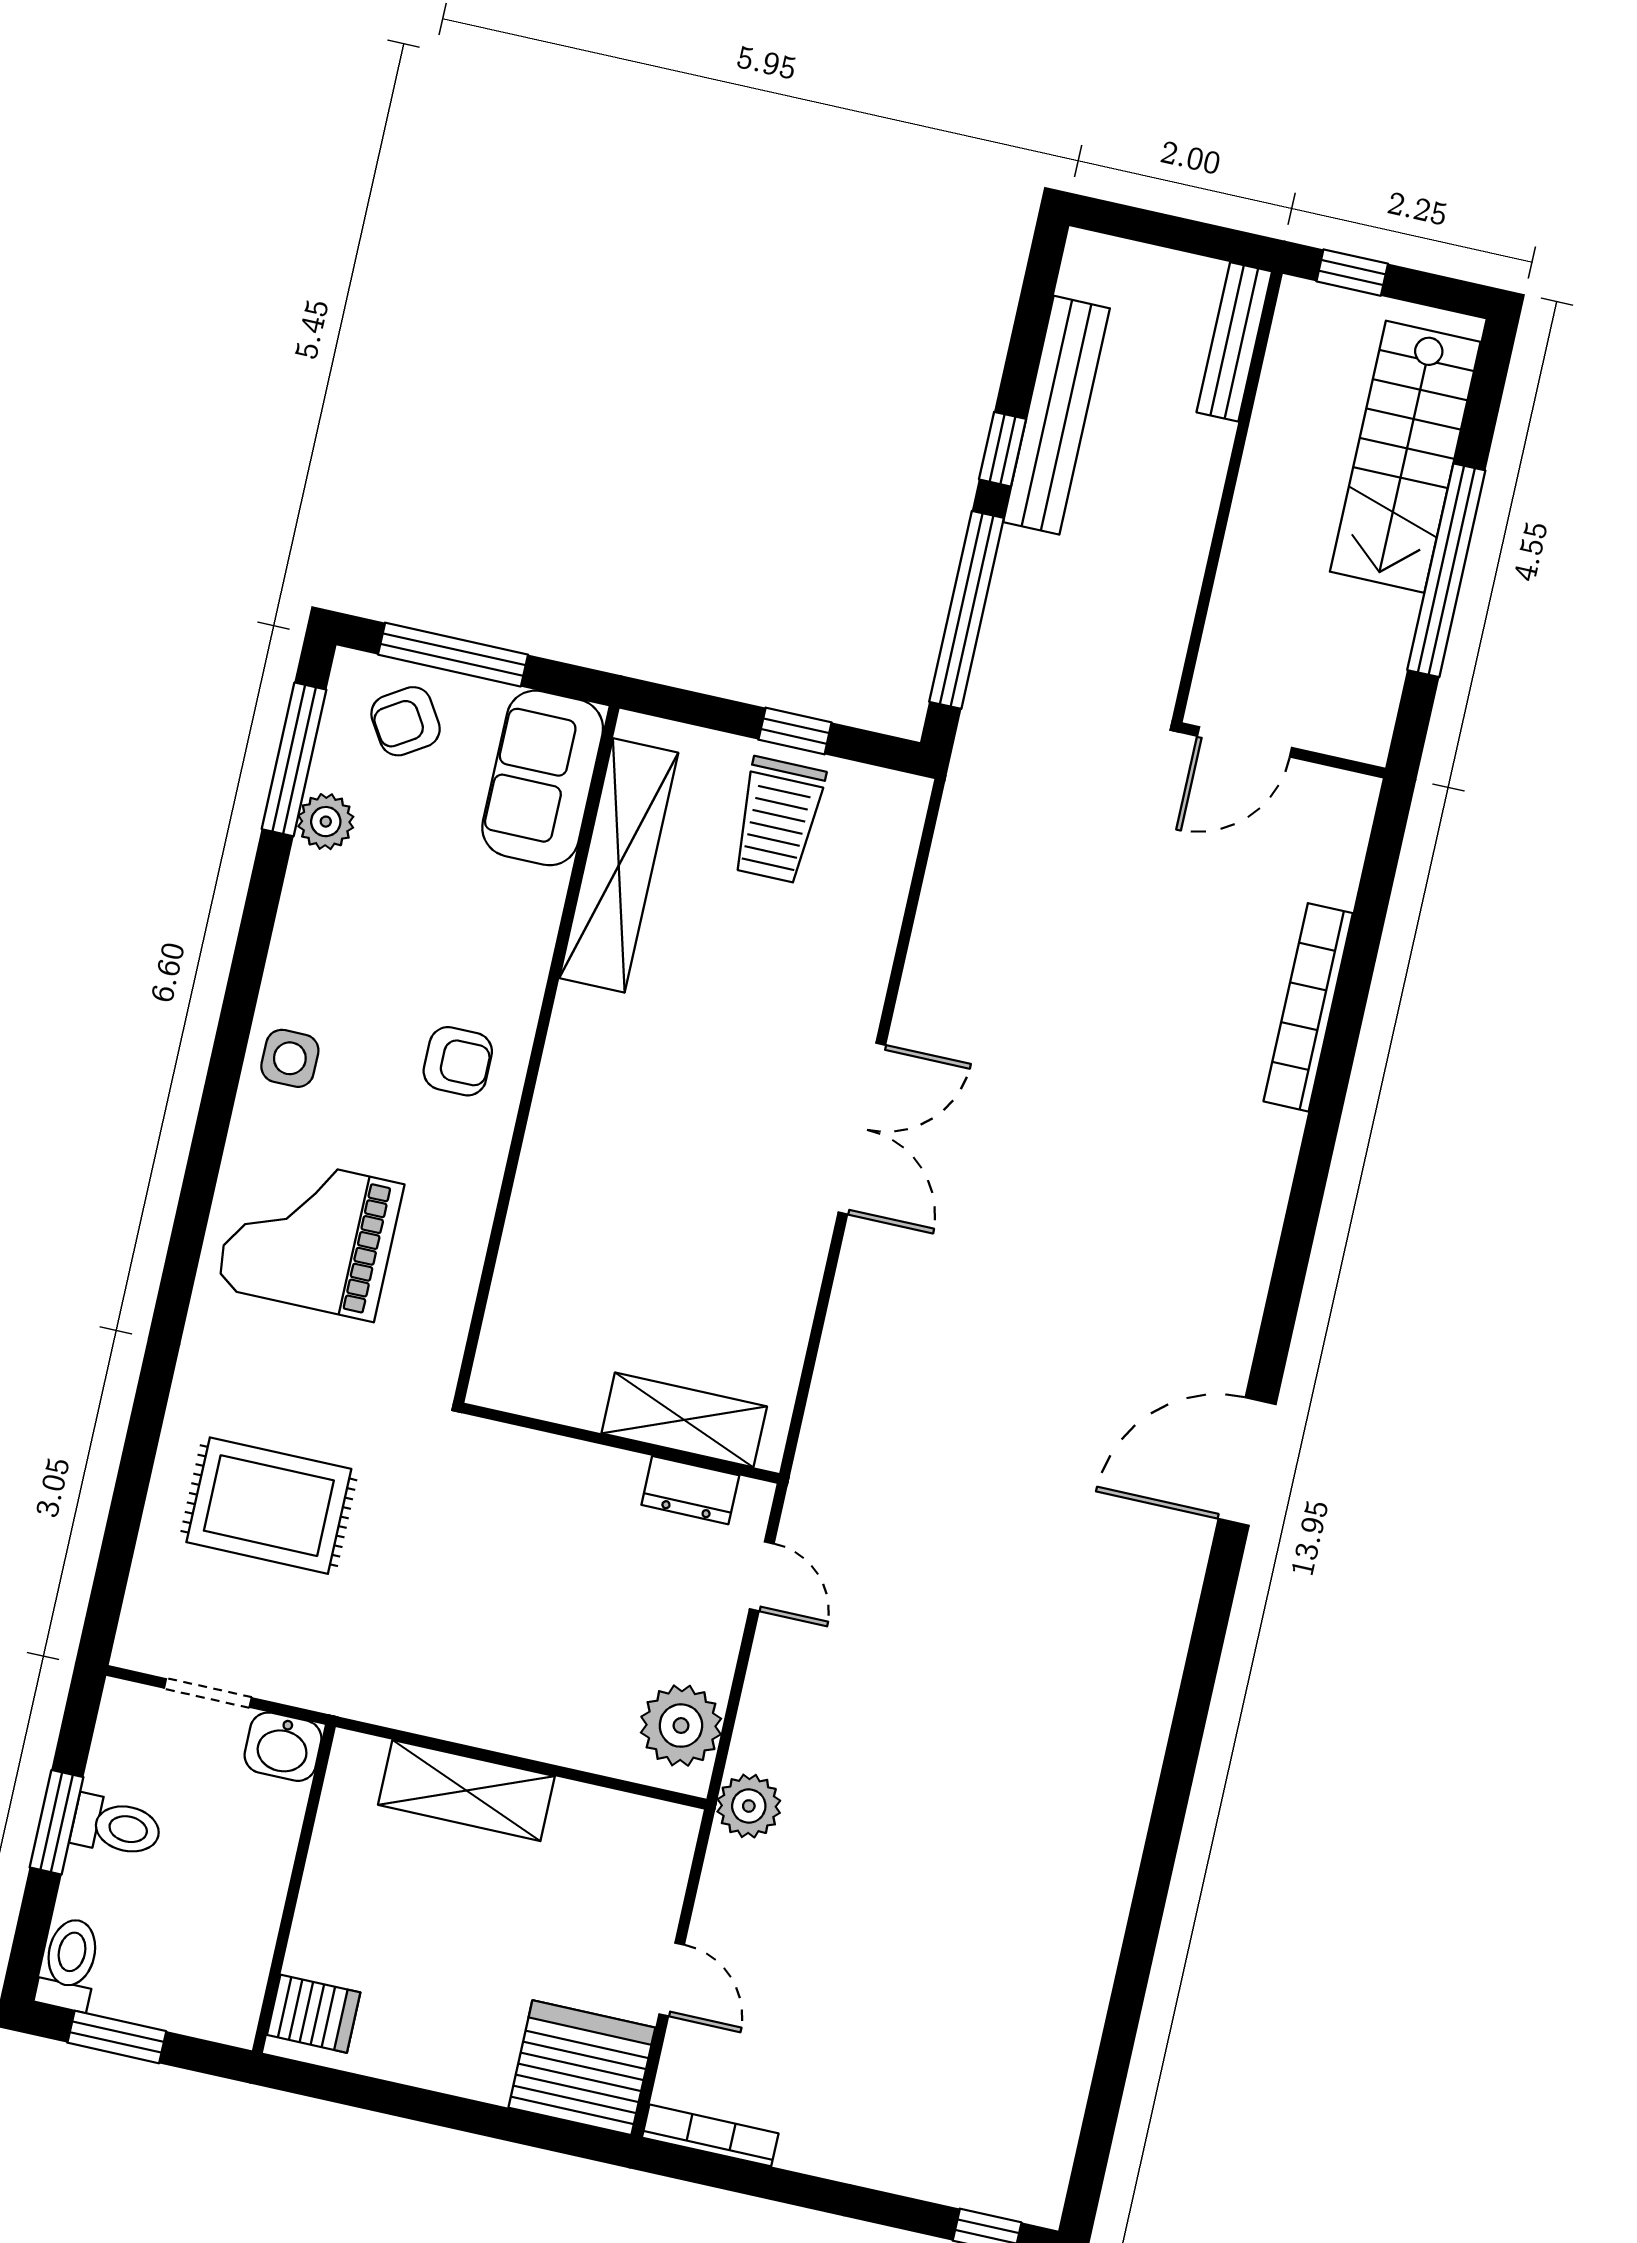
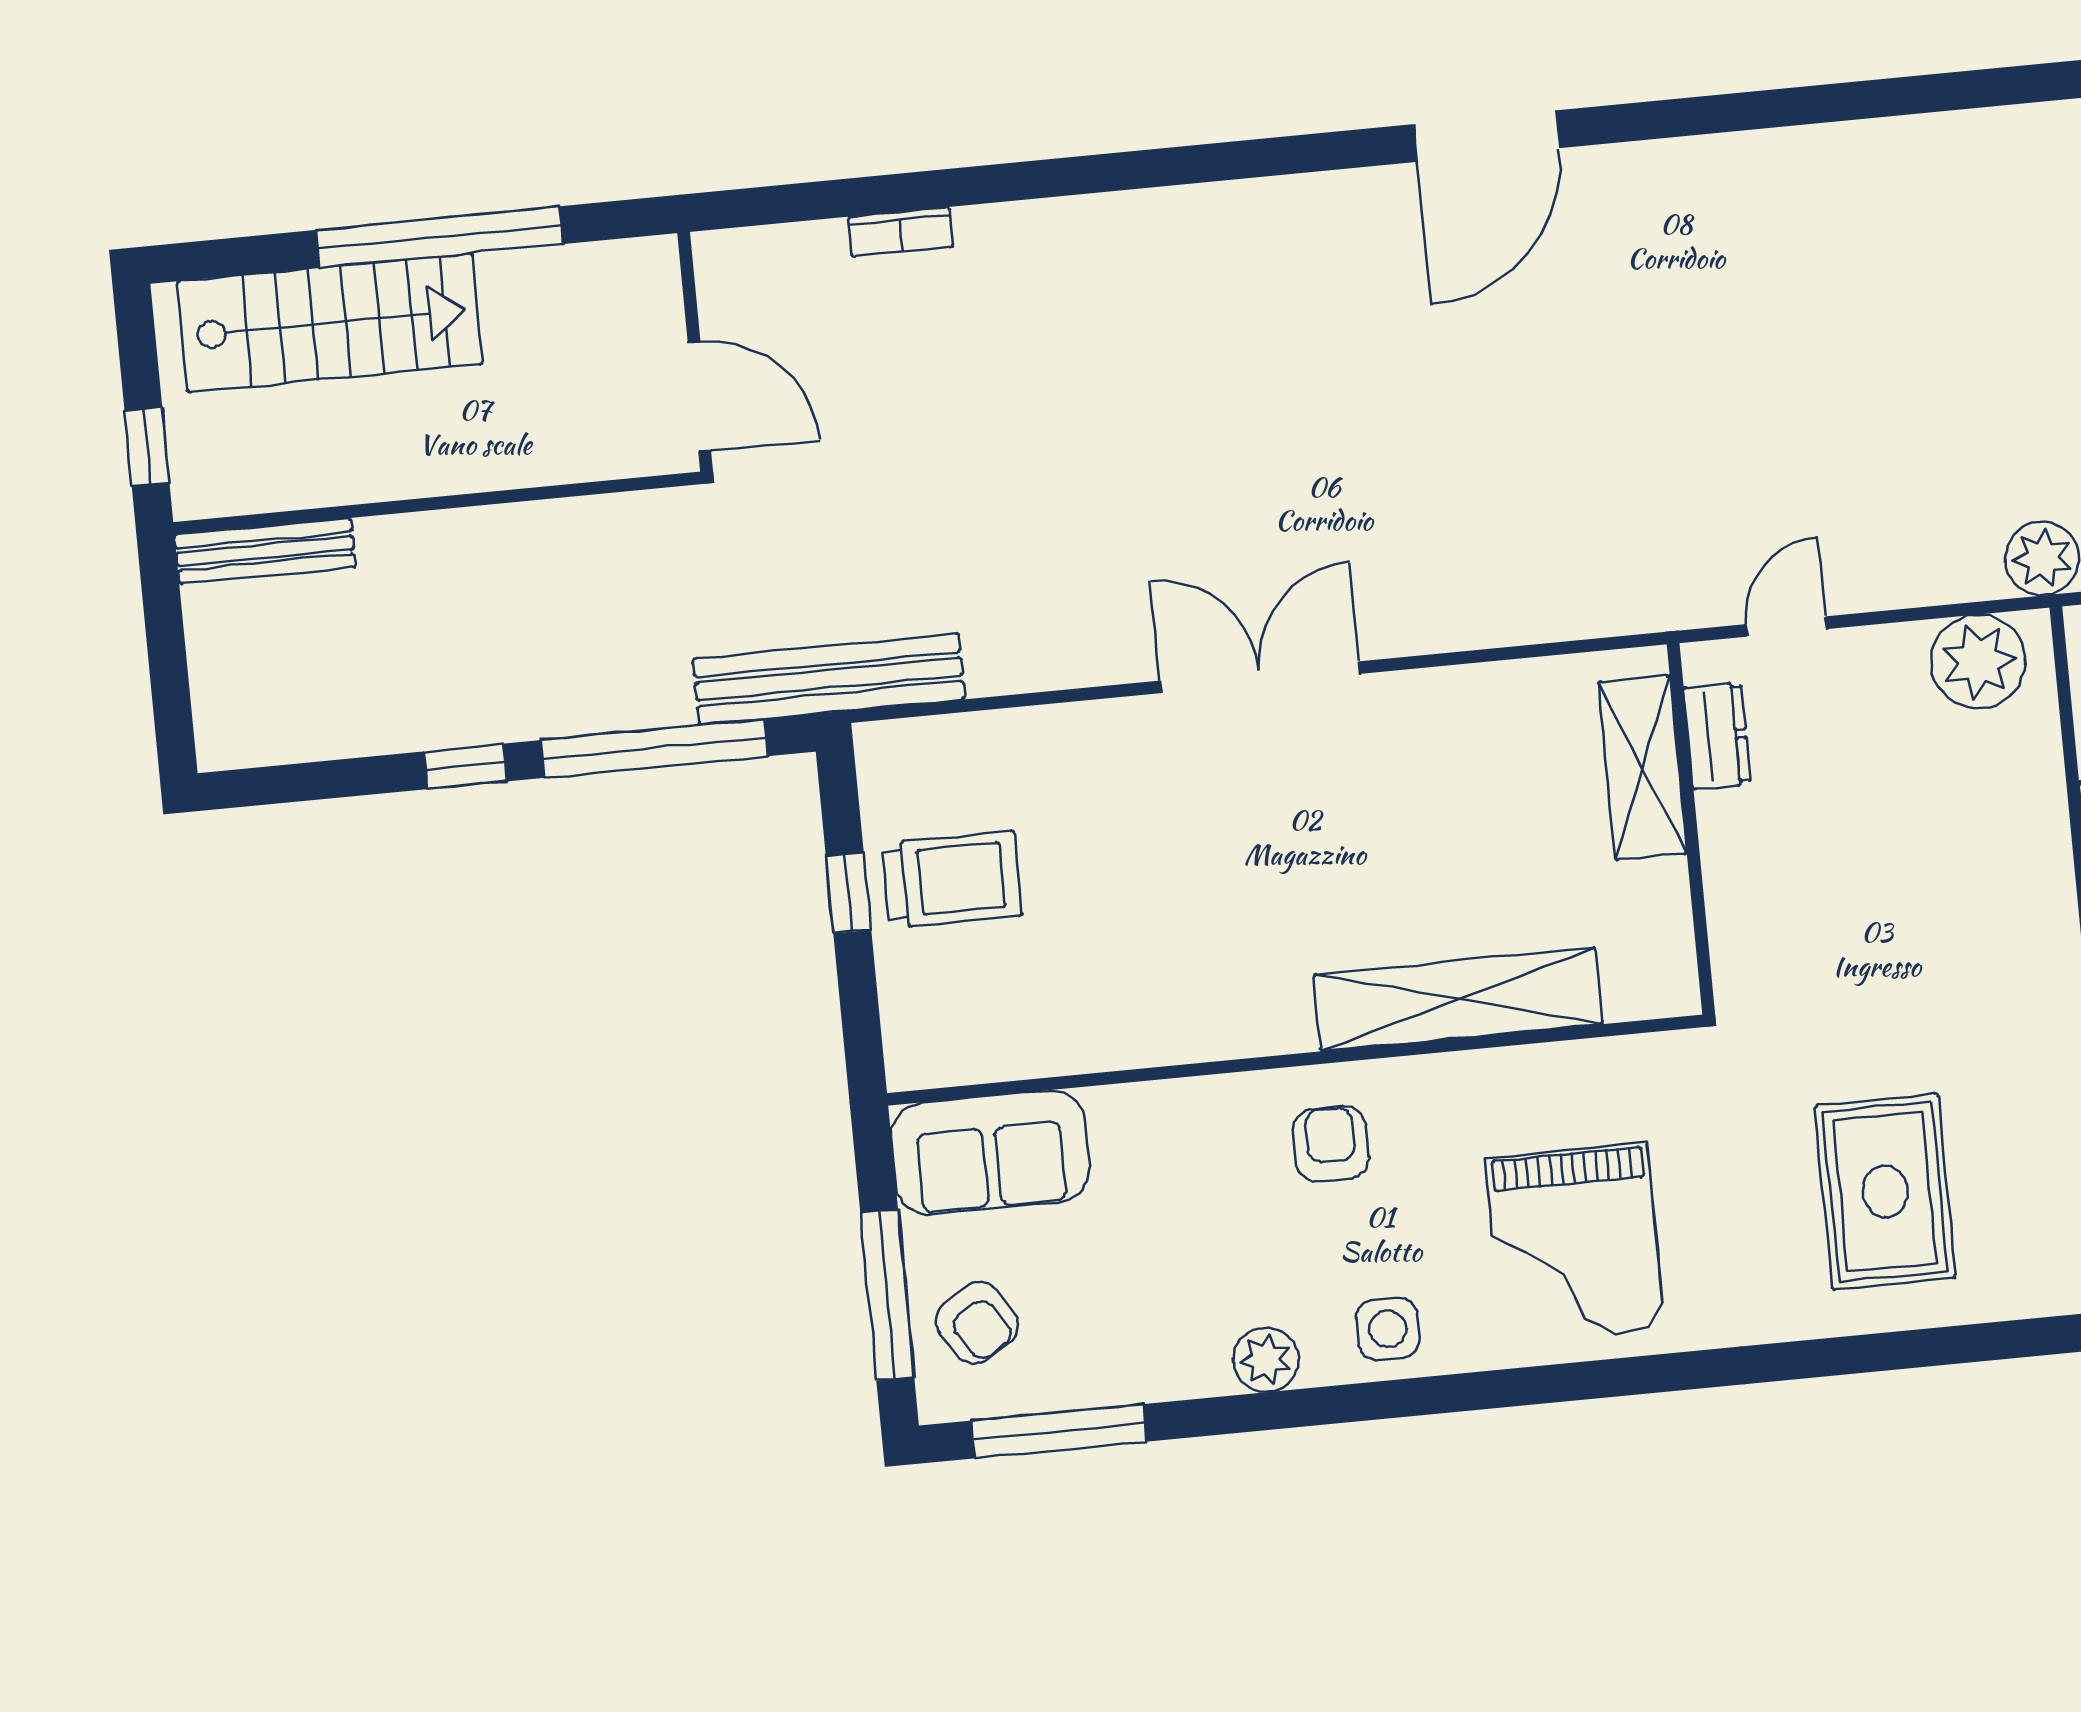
bench: (1056, 415) -> (829, 679), moved
plant: (326, 822) -> (1266, 1360), moved
shelving: (619, 865) -> (1458, 999), moved
bookcase: (1308, 1007) -> (901, 232), width x0.43, depth x0.76
door: (1247, 1461) -> (1487, 136), hinge flipped

